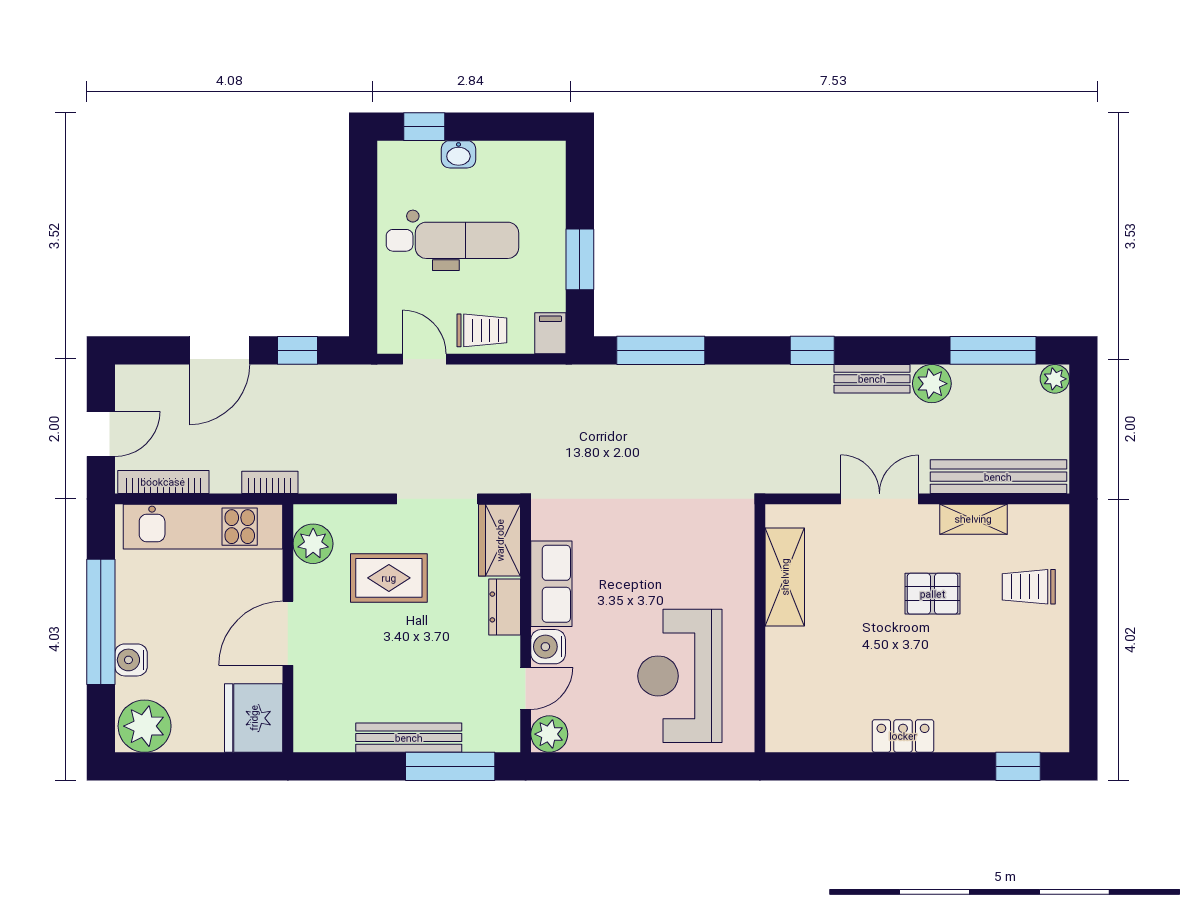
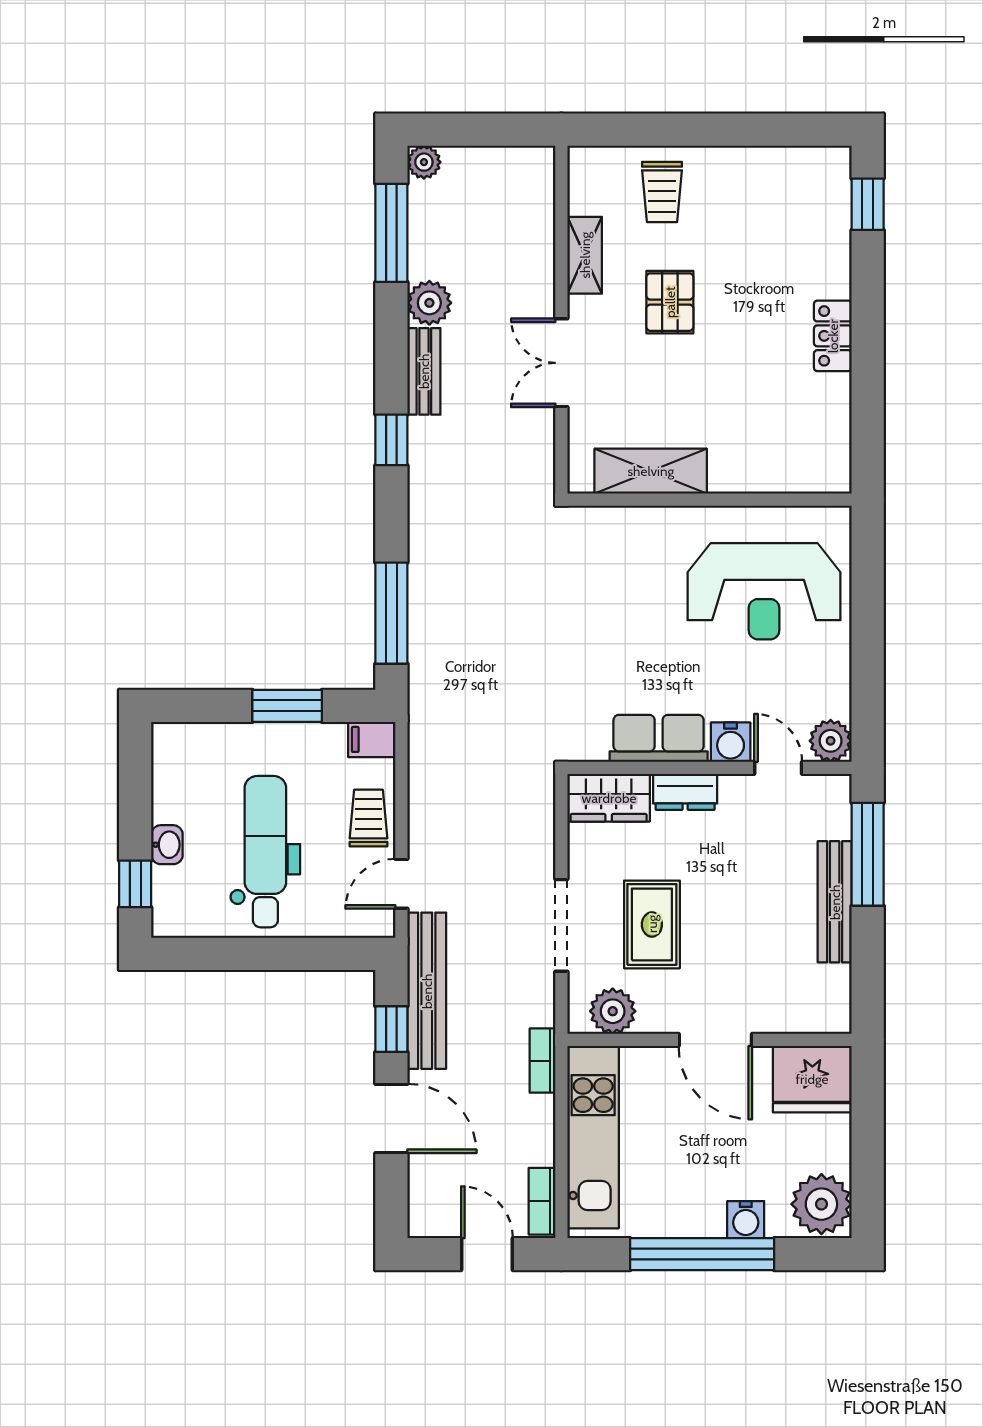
bench: (998, 477) -> (427, 991), moved
bookcase: (163, 482) -> (542, 1201), width x0.64
doorway: (437, 499) -> (561, 925), moved

